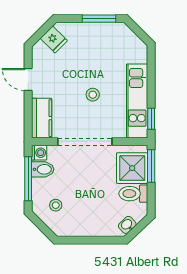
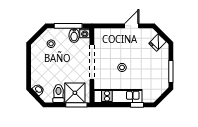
kitchen counter: (42, 118) -> (107, 35), removed
window: (151, 119) -> (137, 105), moved

